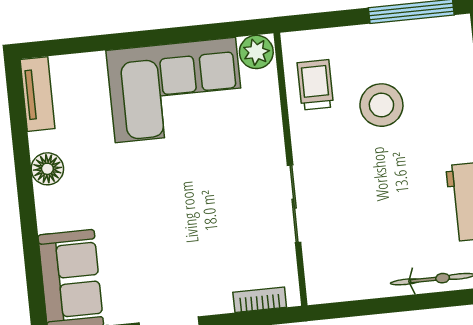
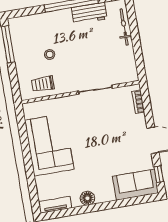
plant: (256, 52) -> (30, 111), removed
stool: (381, 105) -> (50, 54), width x0.53, depth x0.53

